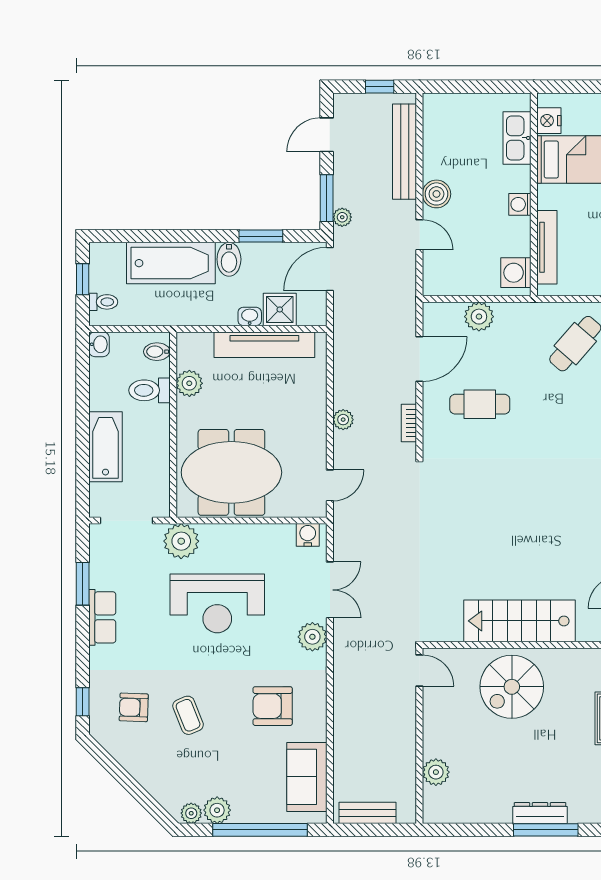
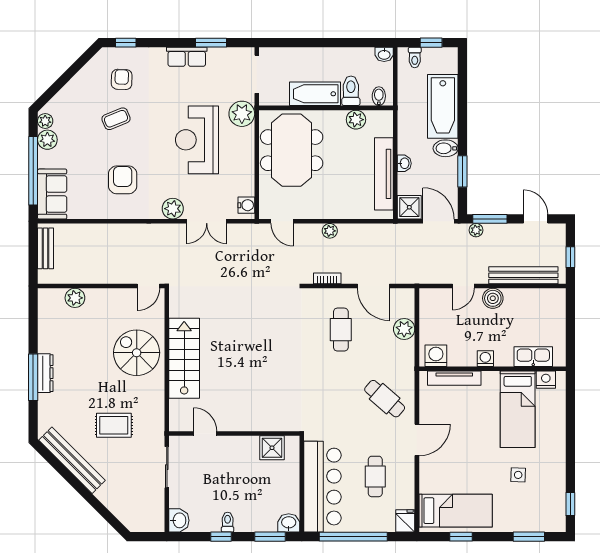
shower: (280, 309) -> (409, 207), moved
bathtub: (105, 447) -> (315, 94), moved, turned 180
sofa: (307, 777) -> (52, 194), moved, turned 90

